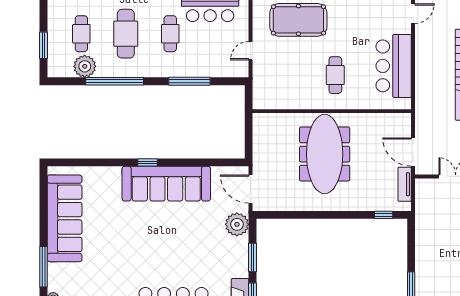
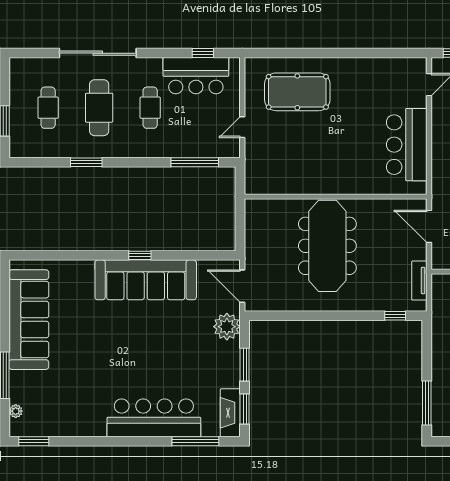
plant: (85, 66) -> (52, 145), removed
cafe table: (335, 75) -> (340, 155), removed
window: (115, 81) -> (86, 162), width x0.47
window: (189, 81) -> (195, 162), moved
door: (413, 152) -> (429, 226), moved
window: (148, 162) -> (140, 255), moved

